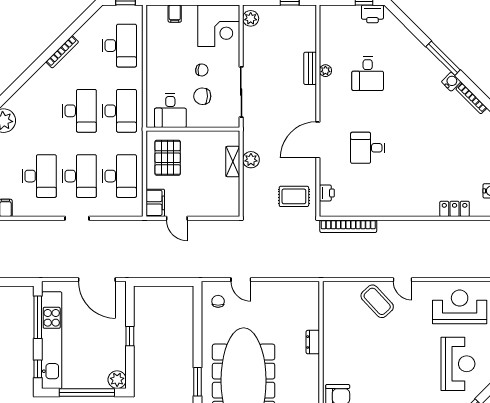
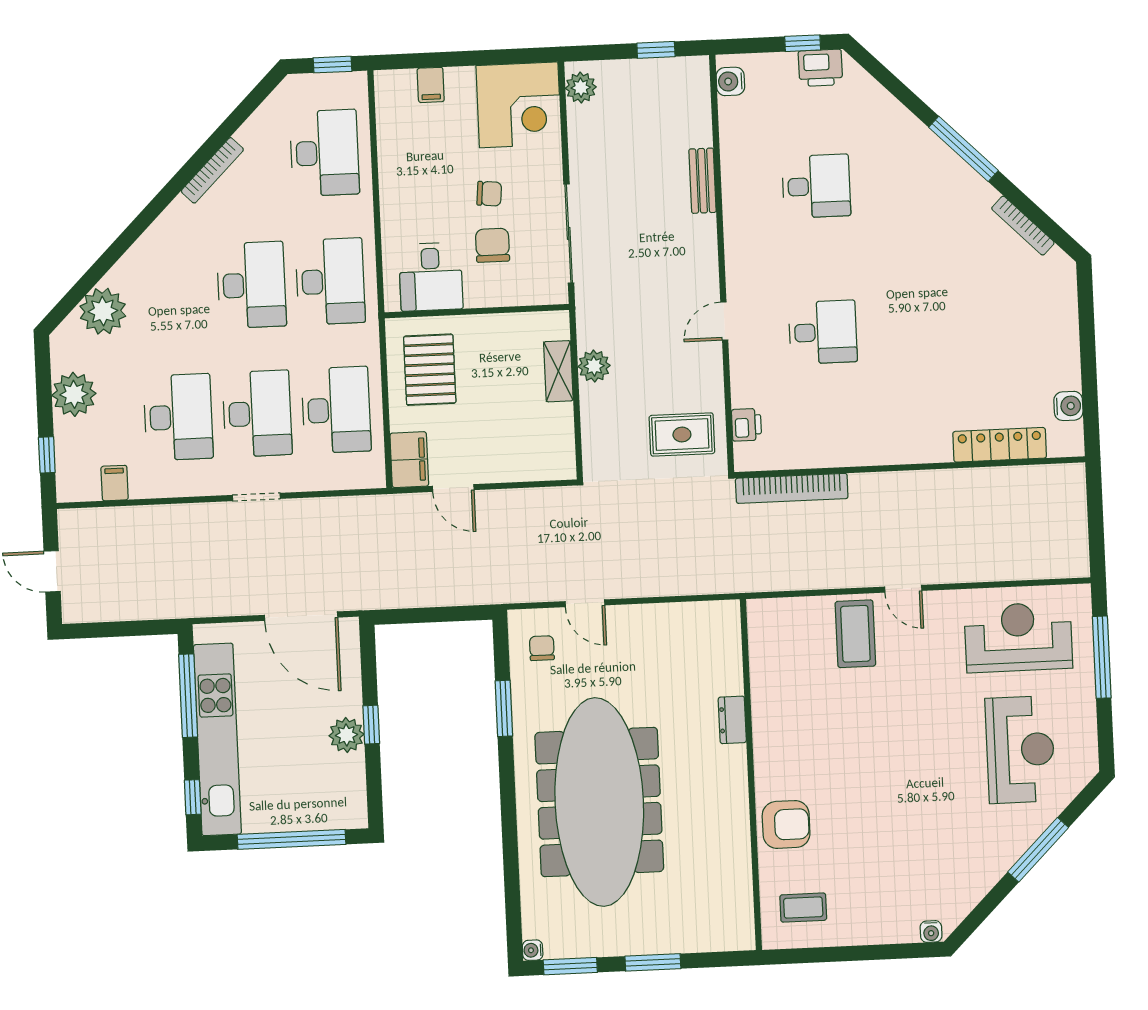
plant: (325, 71) -> (733, 184), removed
desk: (368, 74) -> (816, 186), turned -90
water cooler: (451, 82) -> (730, 81), moved, turned -135
chair: (202, 96) -> (492, 245), turned 87
door: (318, 140) -> (724, 321), width x0.53
desk: (368, 148) -> (823, 332), turned 180
locker: (455, 209) -> (1000, 445), width x1.53
coffee table: (377, 301) -> (855, 634), turned 43
plant: (117, 380) -> (346, 735), moved
window: (197, 382) -> (504, 708), moved

